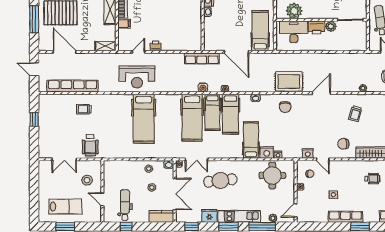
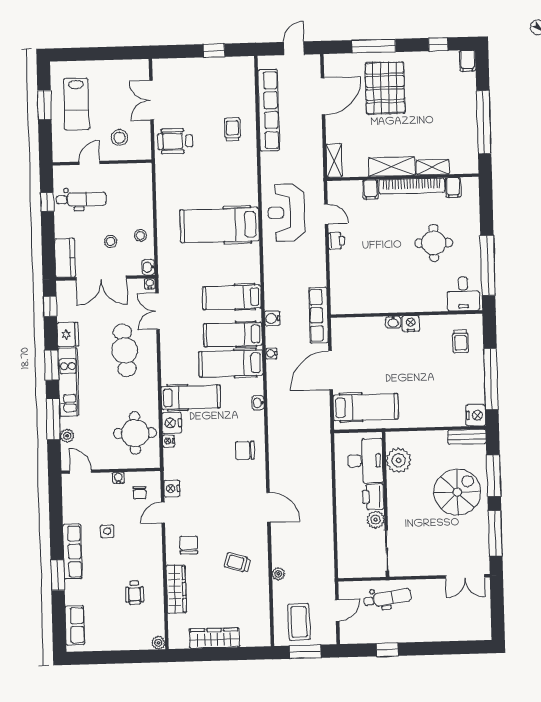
rug: (289, 81) -> (286, 455), removed
hospital bed: (192, 118) -> (232, 297), width x0.73, depth x0.78

